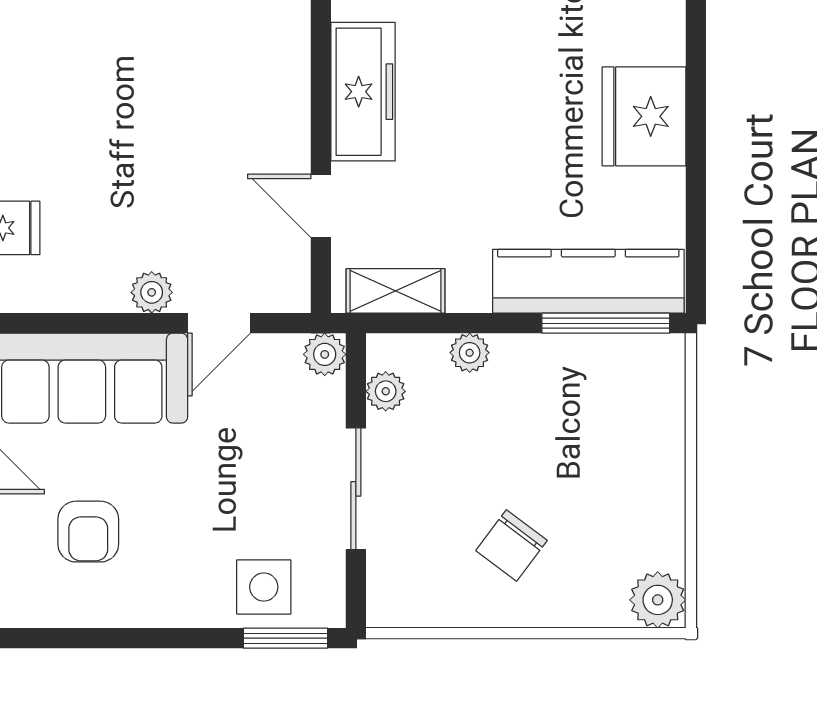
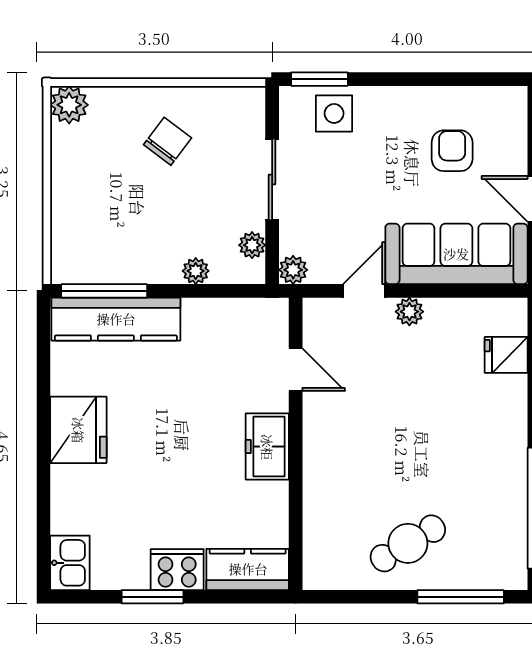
freezer: (363, 92) -> (267, 447), width x0.71
shelving: (395, 291) -> (246, 313), removed

